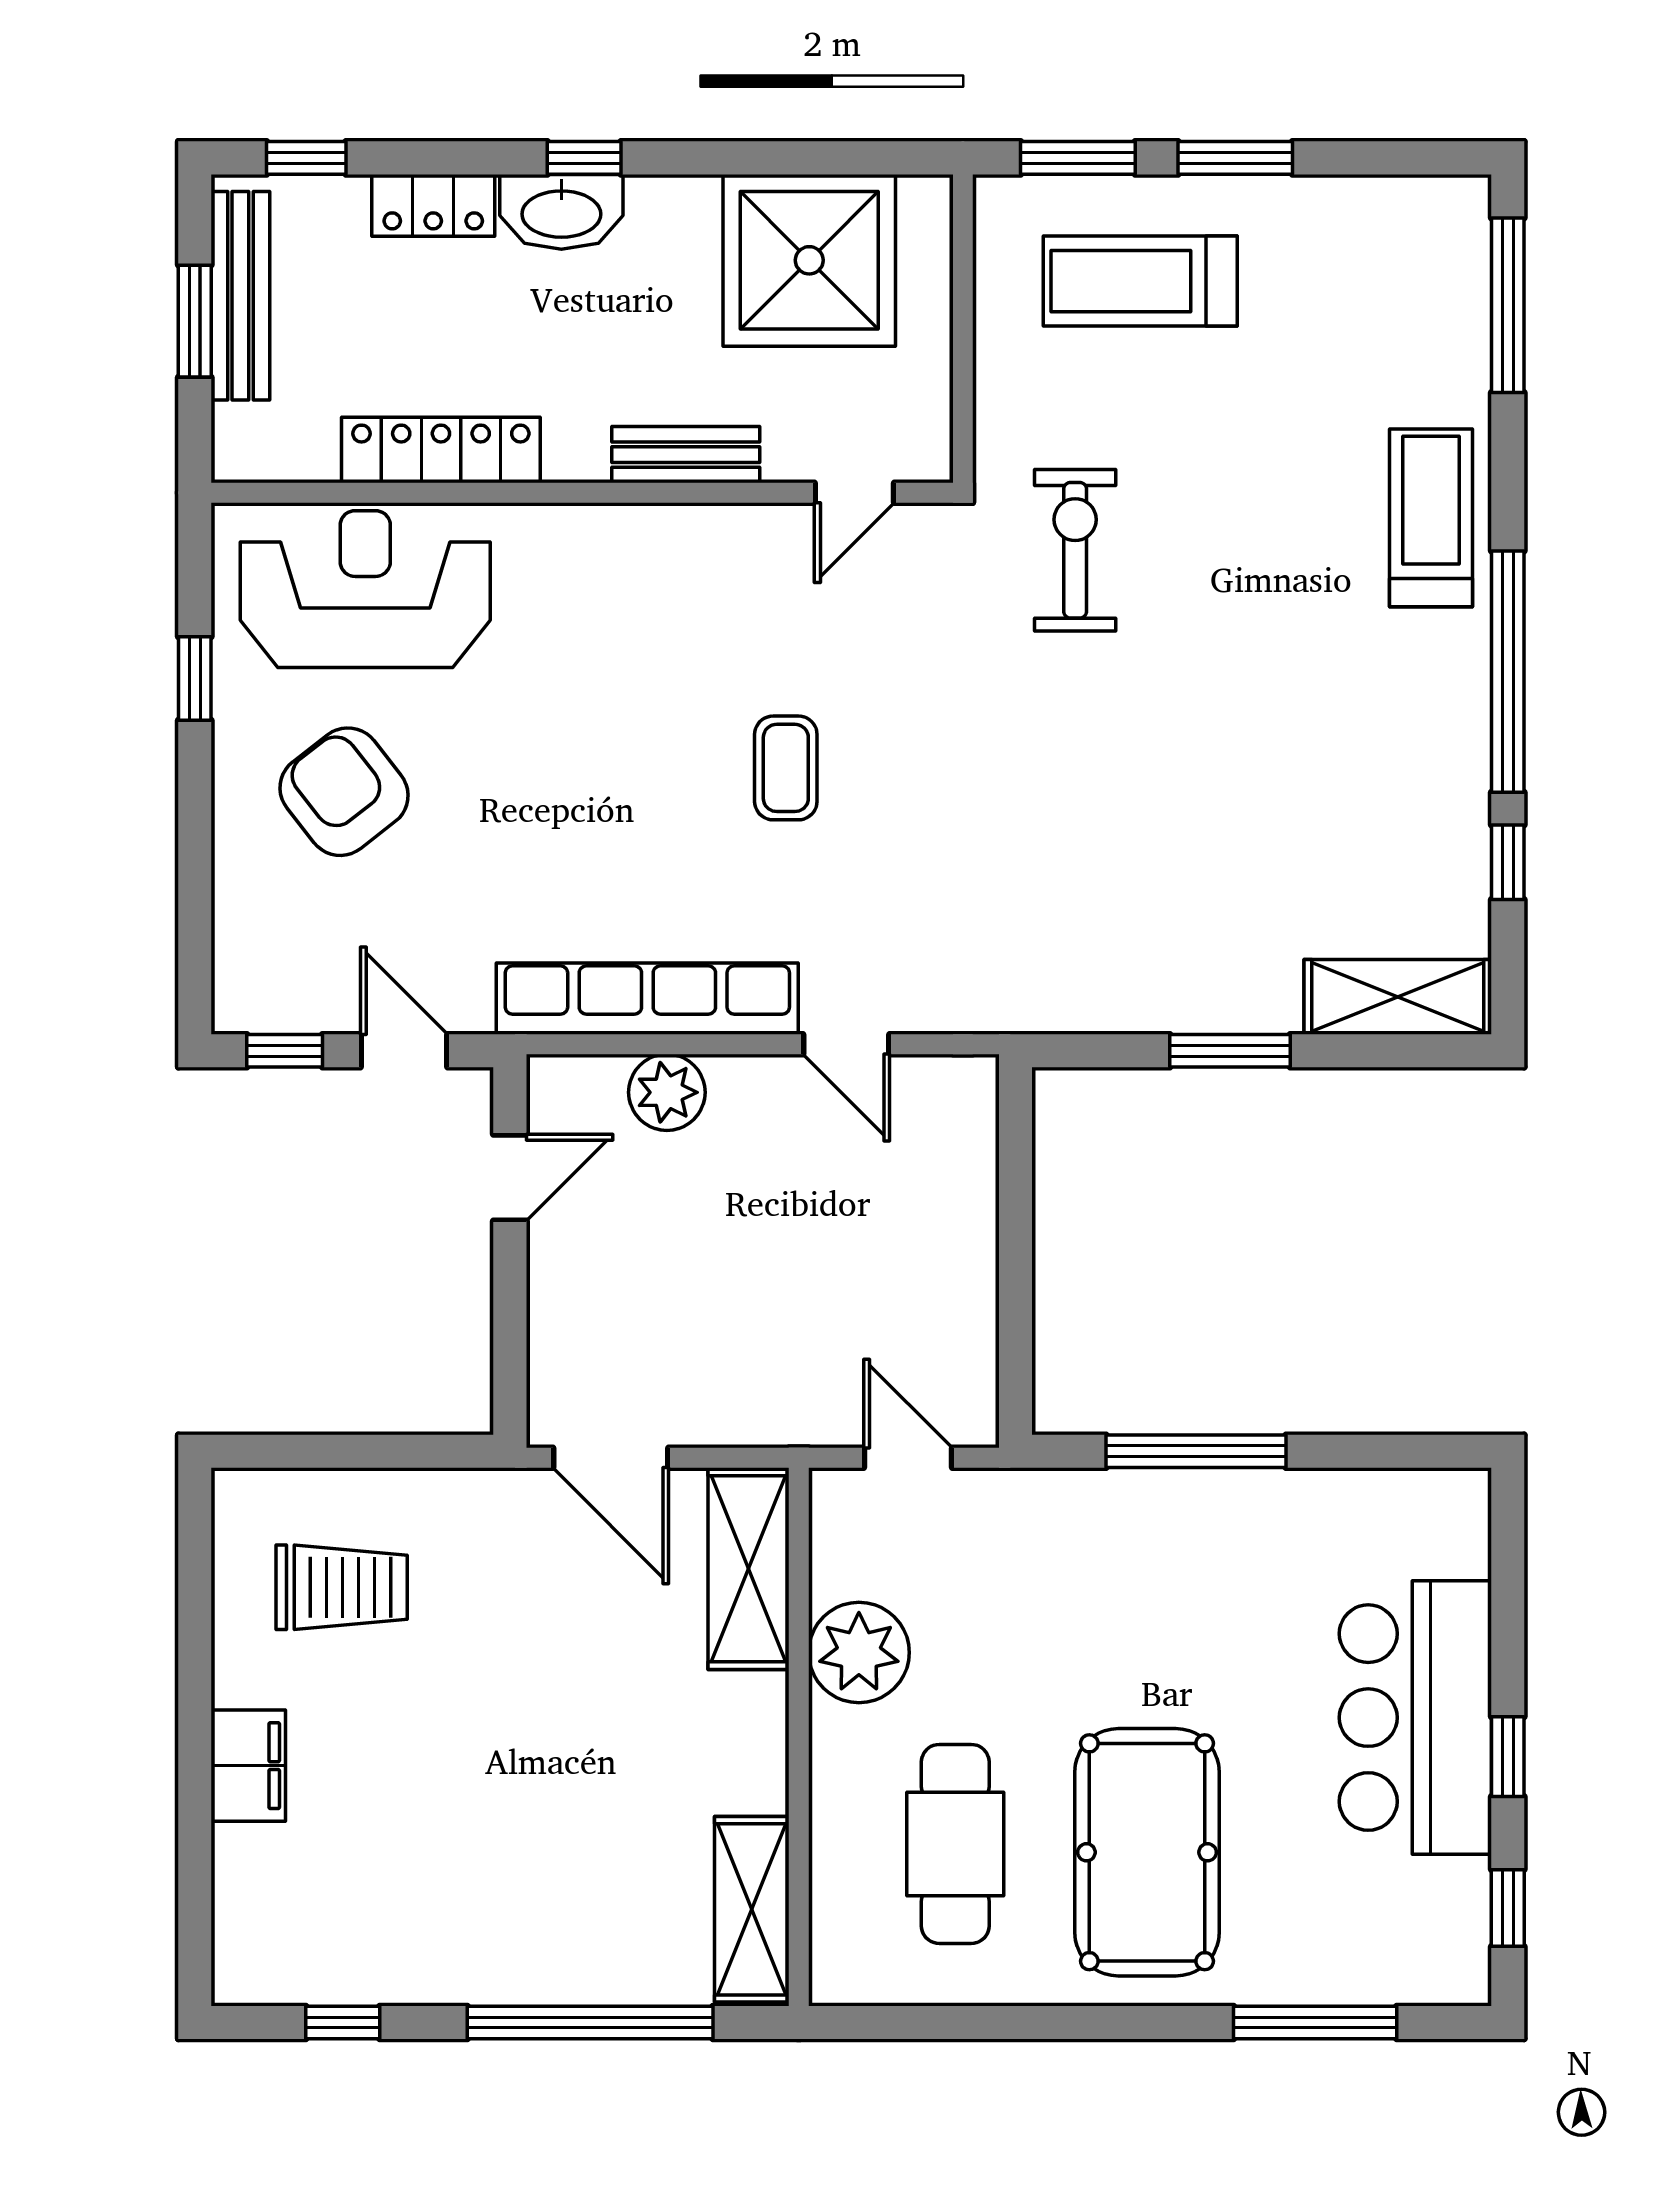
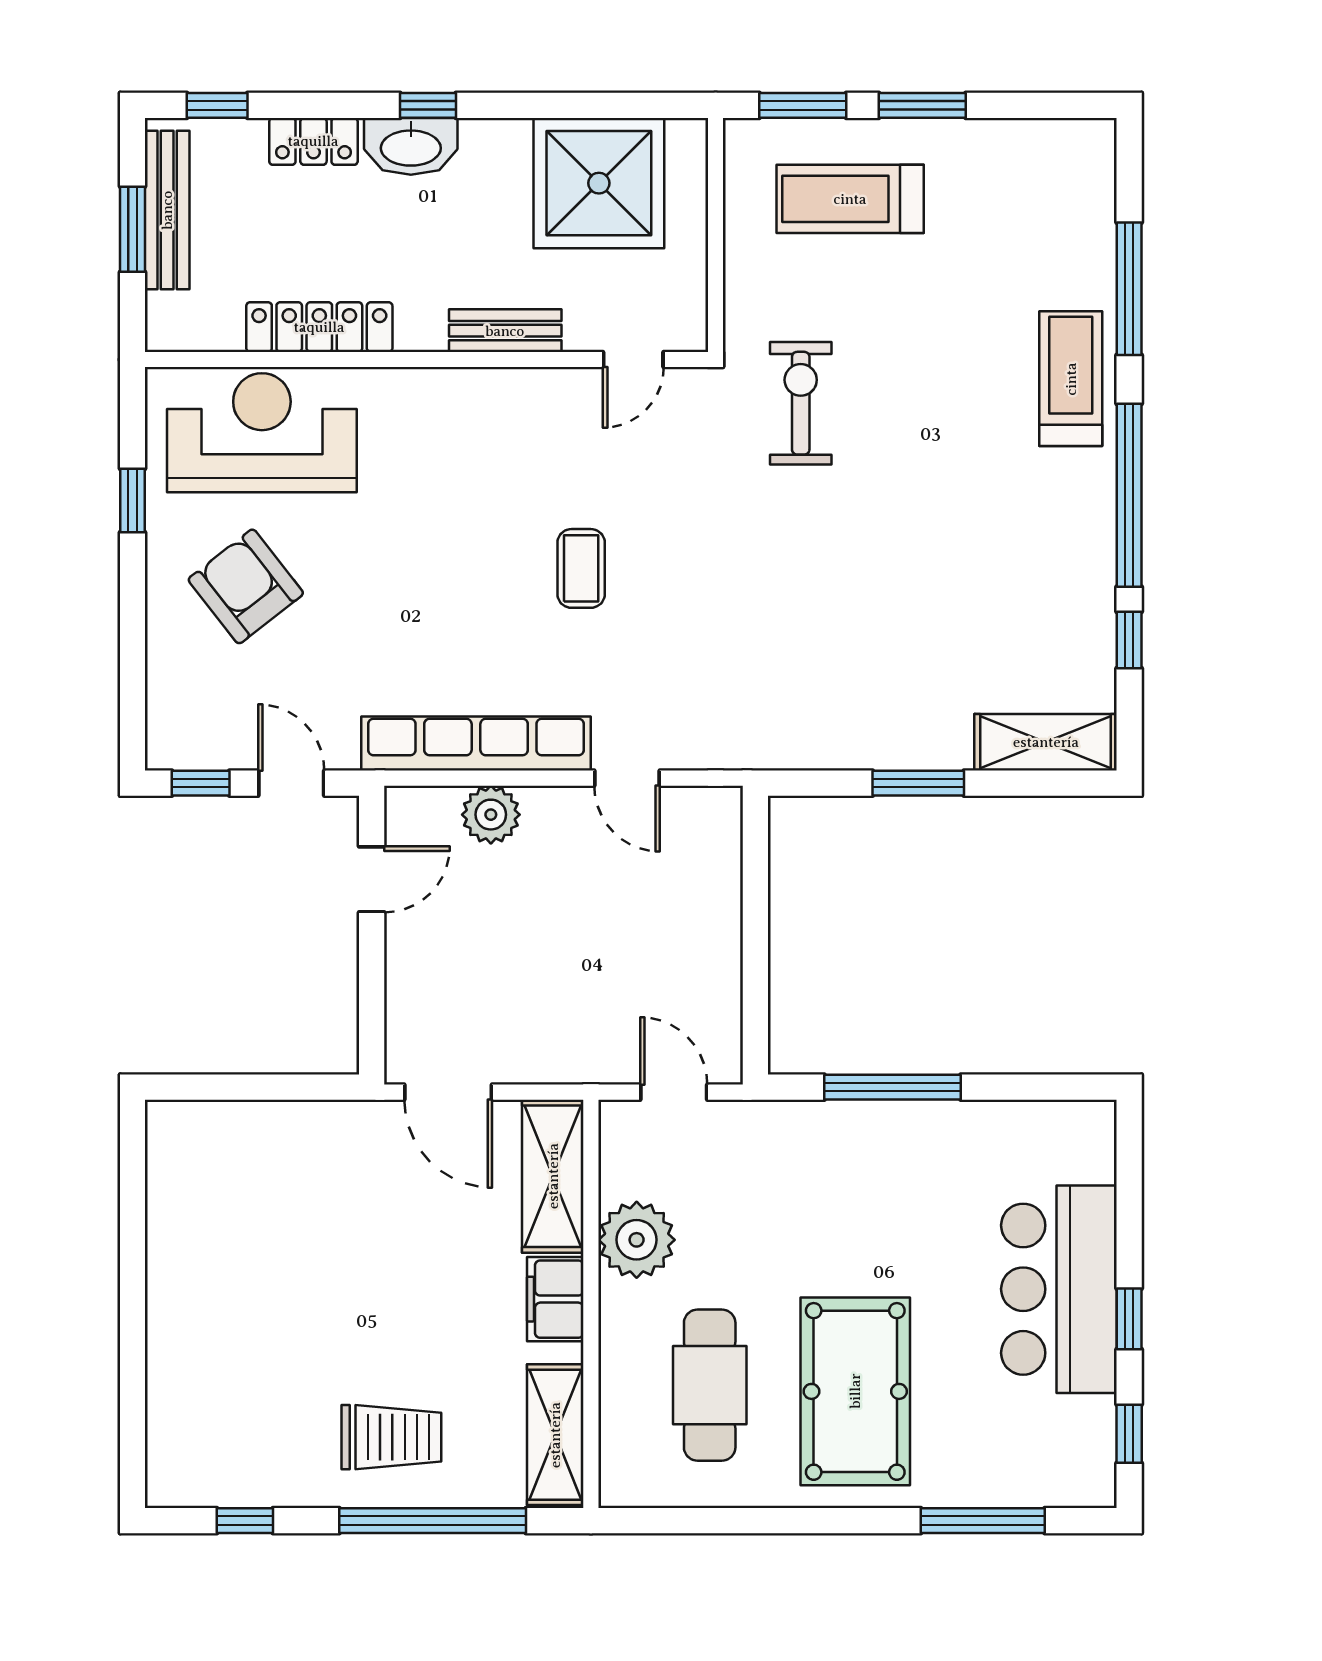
window: (1508, 305) -> (1129, 289), moved
trolley: (342, 1587) -> (391, 1437), moved
filing cabinet: (248, 1766) -> (555, 1299), moved, turned 180

